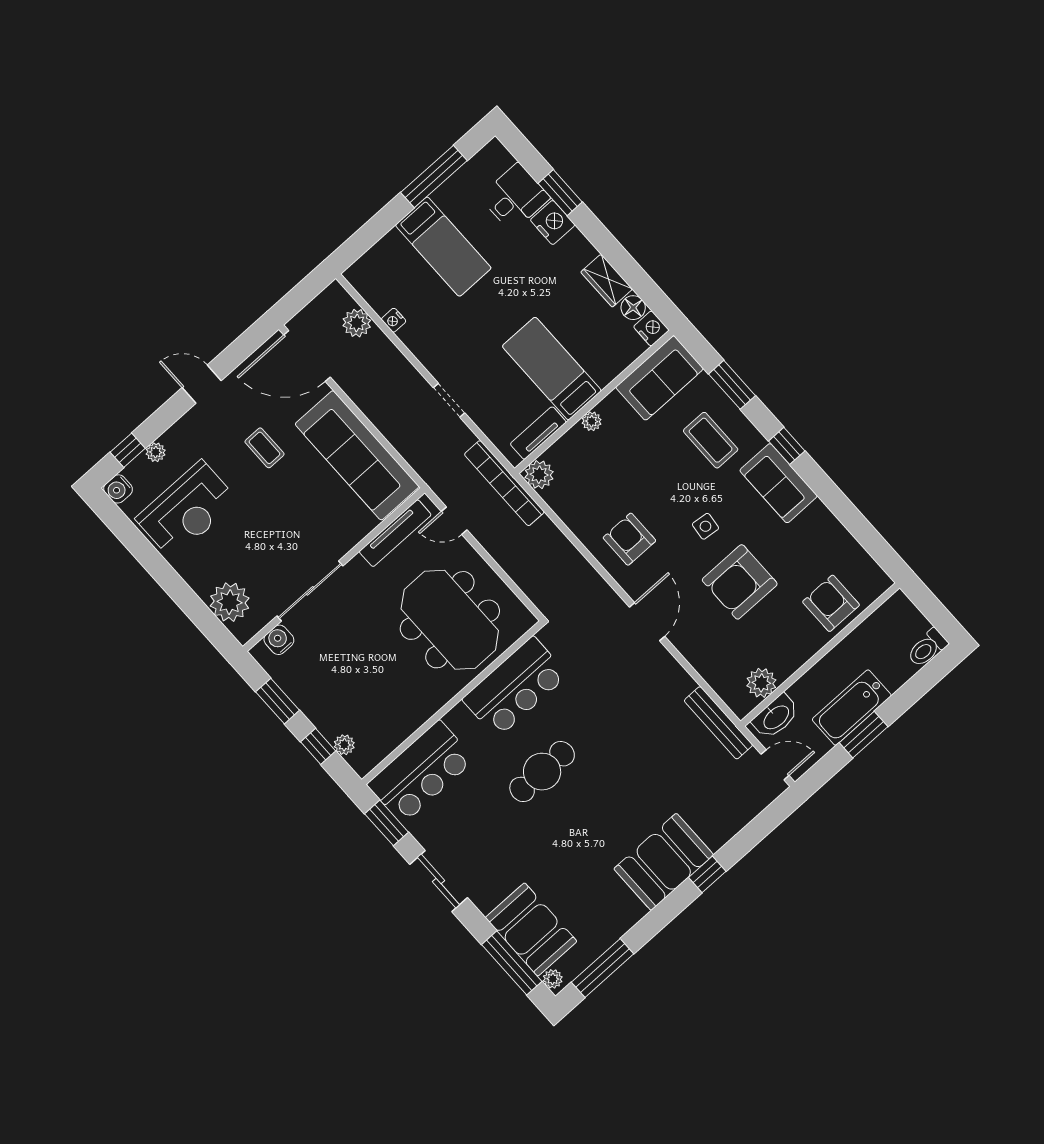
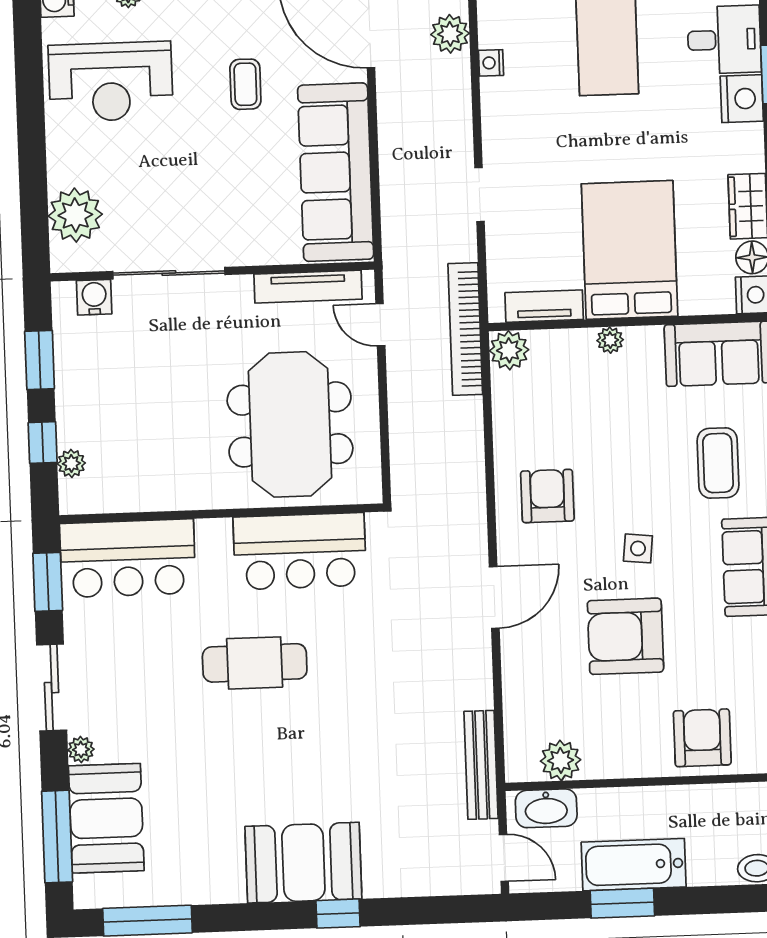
bed: (552, 369) -> (630, 250), width x1.50
plant: (553, 979) -> (81, 750), moved

